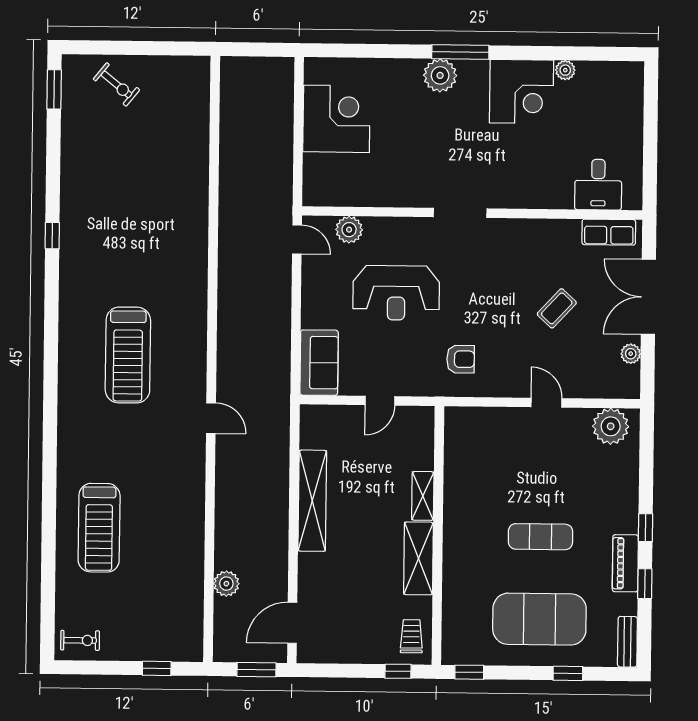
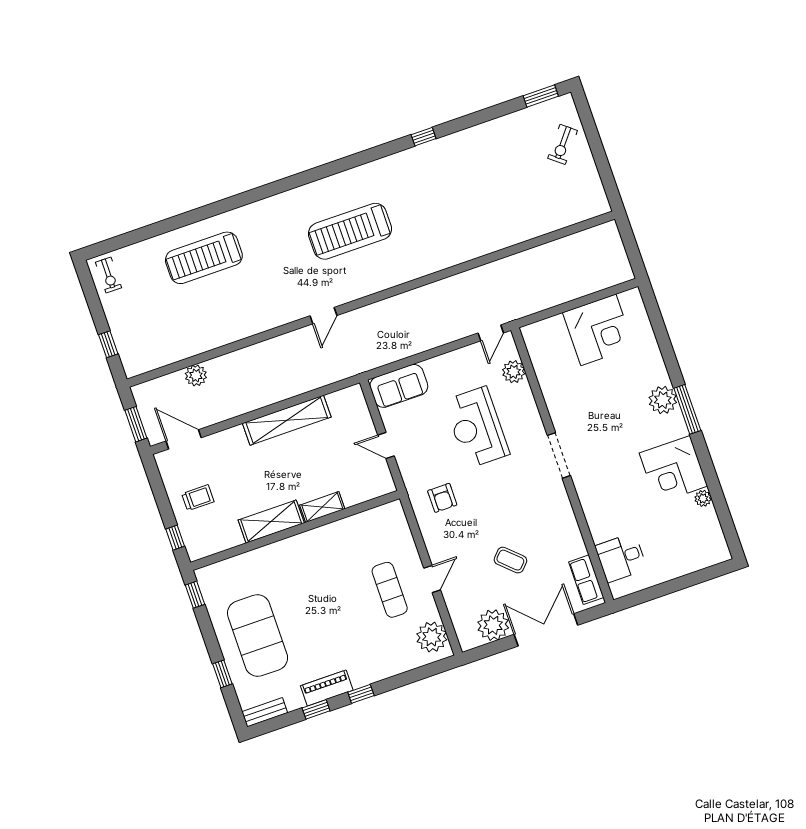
plant: (631, 354) -> (493, 625), width x1.87, depth x1.87
exercise mat: (540, 537) -> (390, 590), moved
trolley: (411, 636) -> (198, 498), moved

